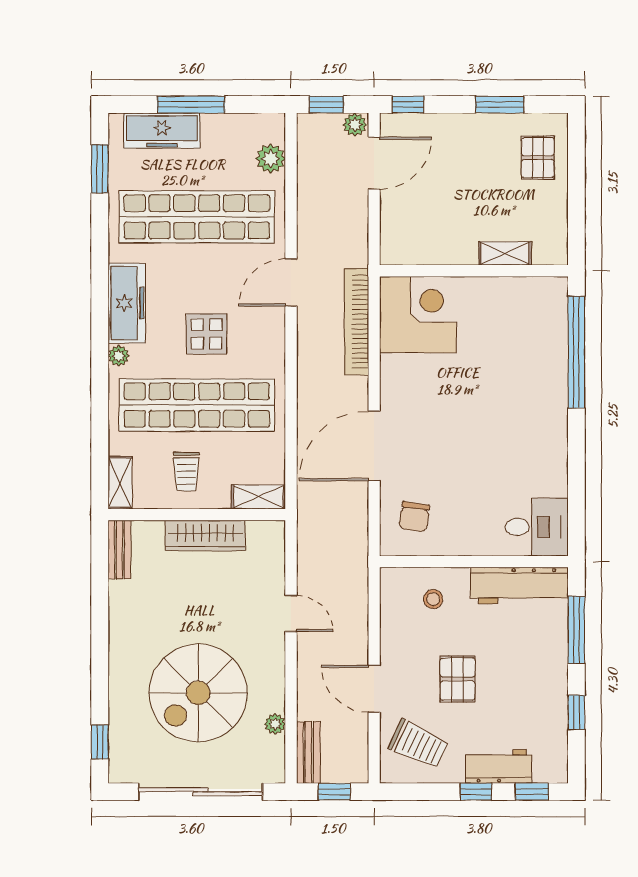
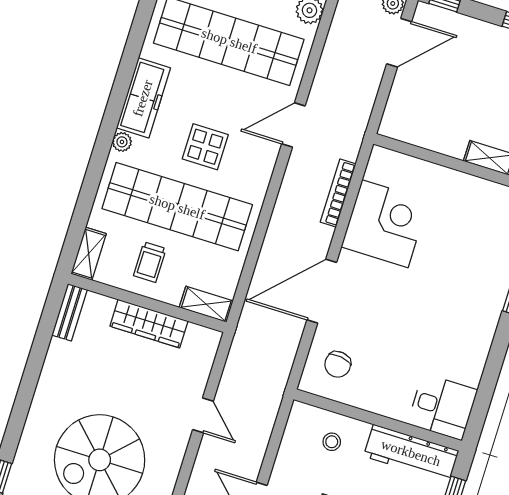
corner desk: (418, 315) -> (385, 224), moved
bookcase: (356, 322) -> (338, 193), width x0.68, depth x0.76

